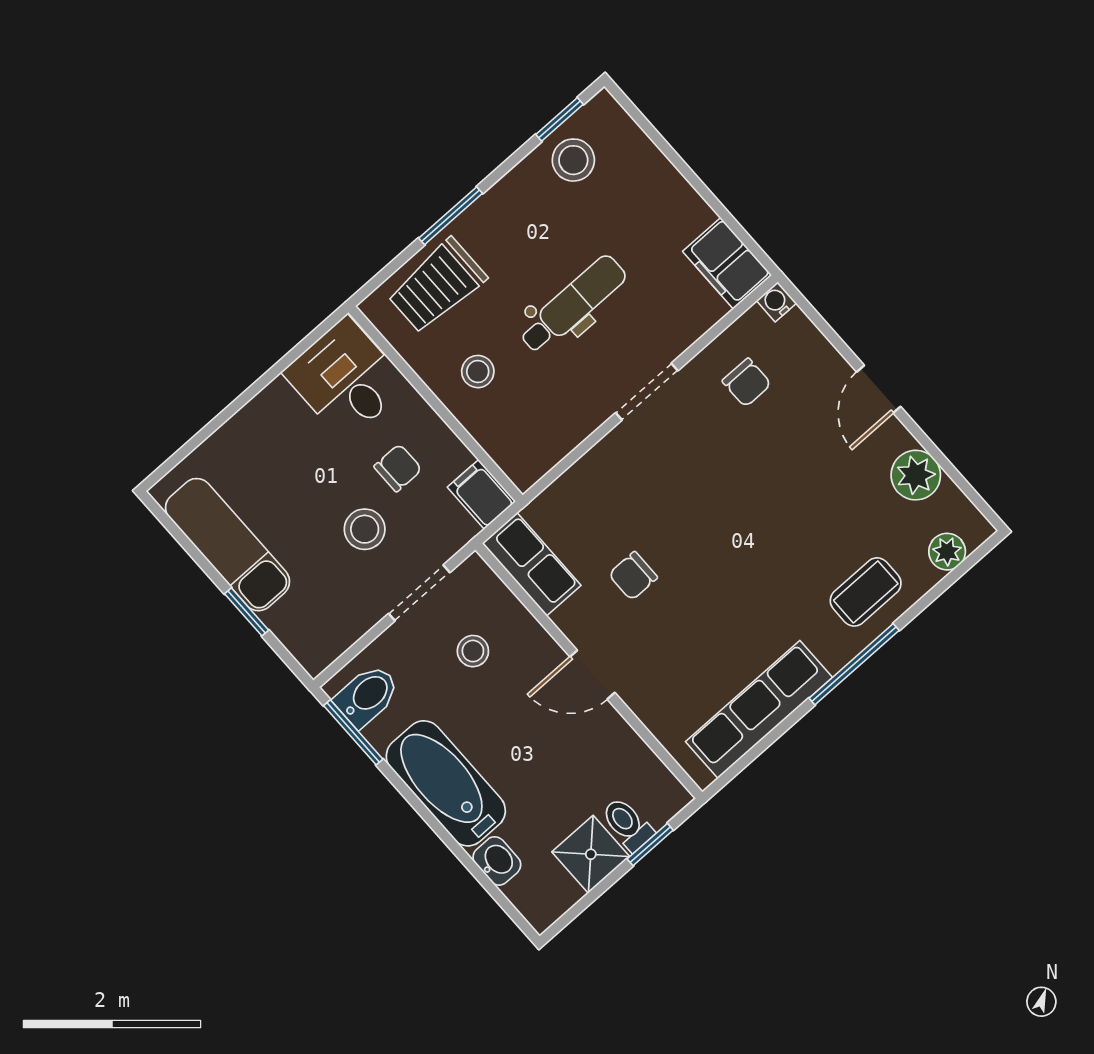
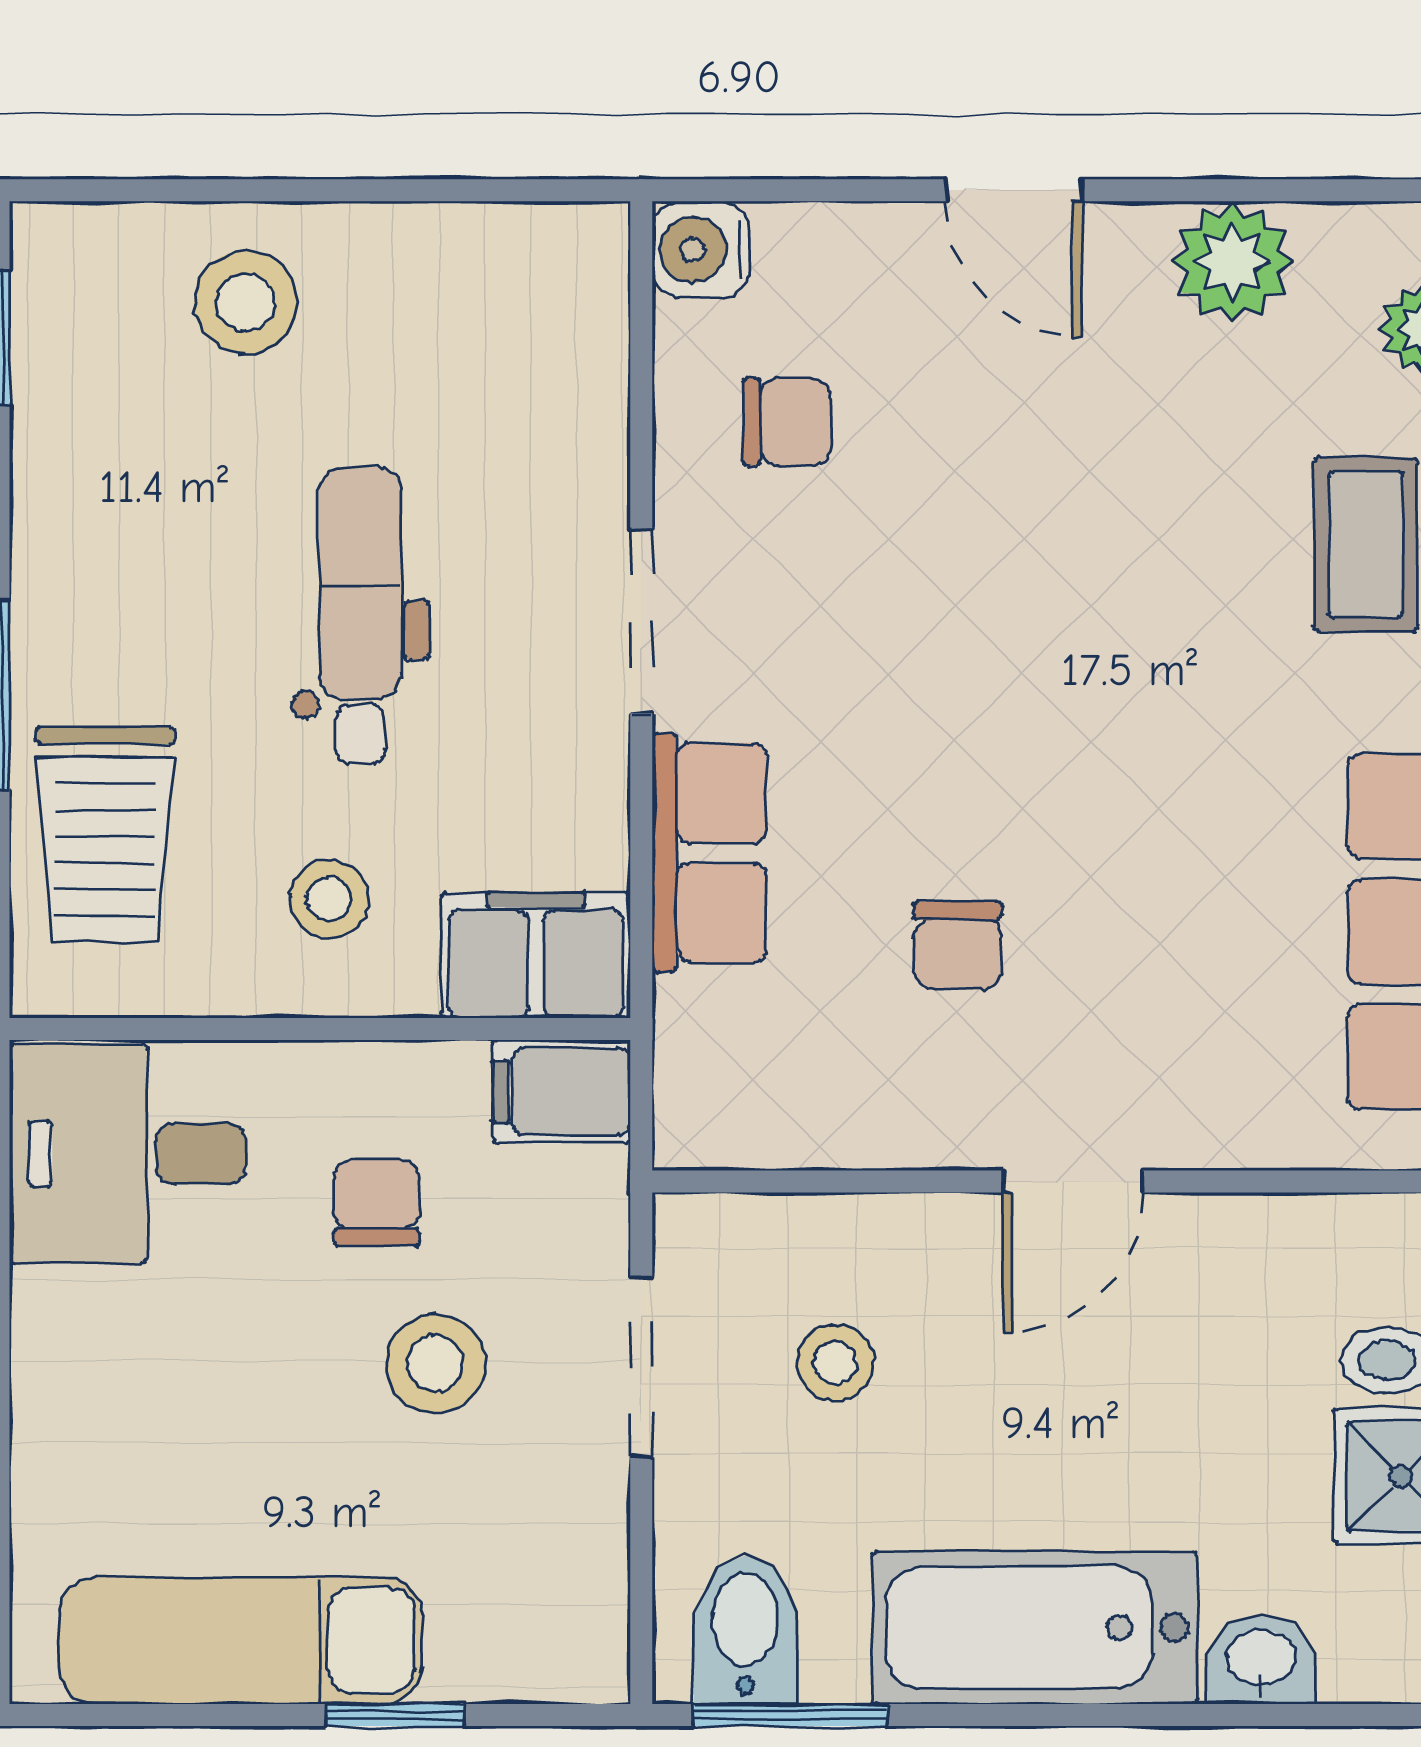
stool: (573, 160) -> (246, 302), moved
filing cabinet: (727, 263) -> (536, 955), moved, turned 180
water cooler: (776, 302) -> (701, 250), width x1.38, depth x1.38
row of seats: (532, 564) -> (709, 853), moved, turned 90

